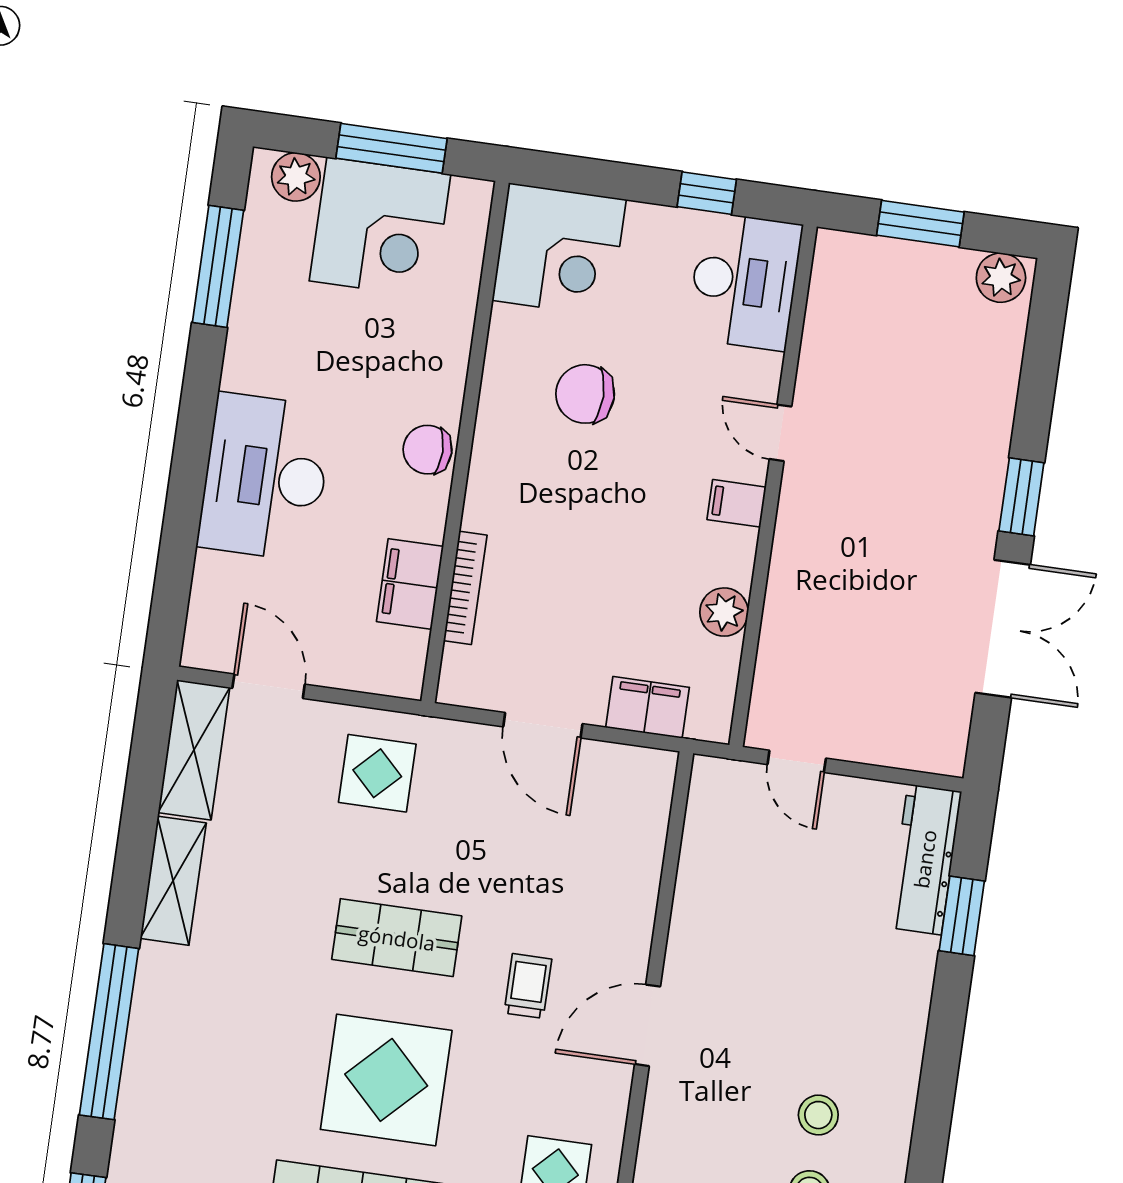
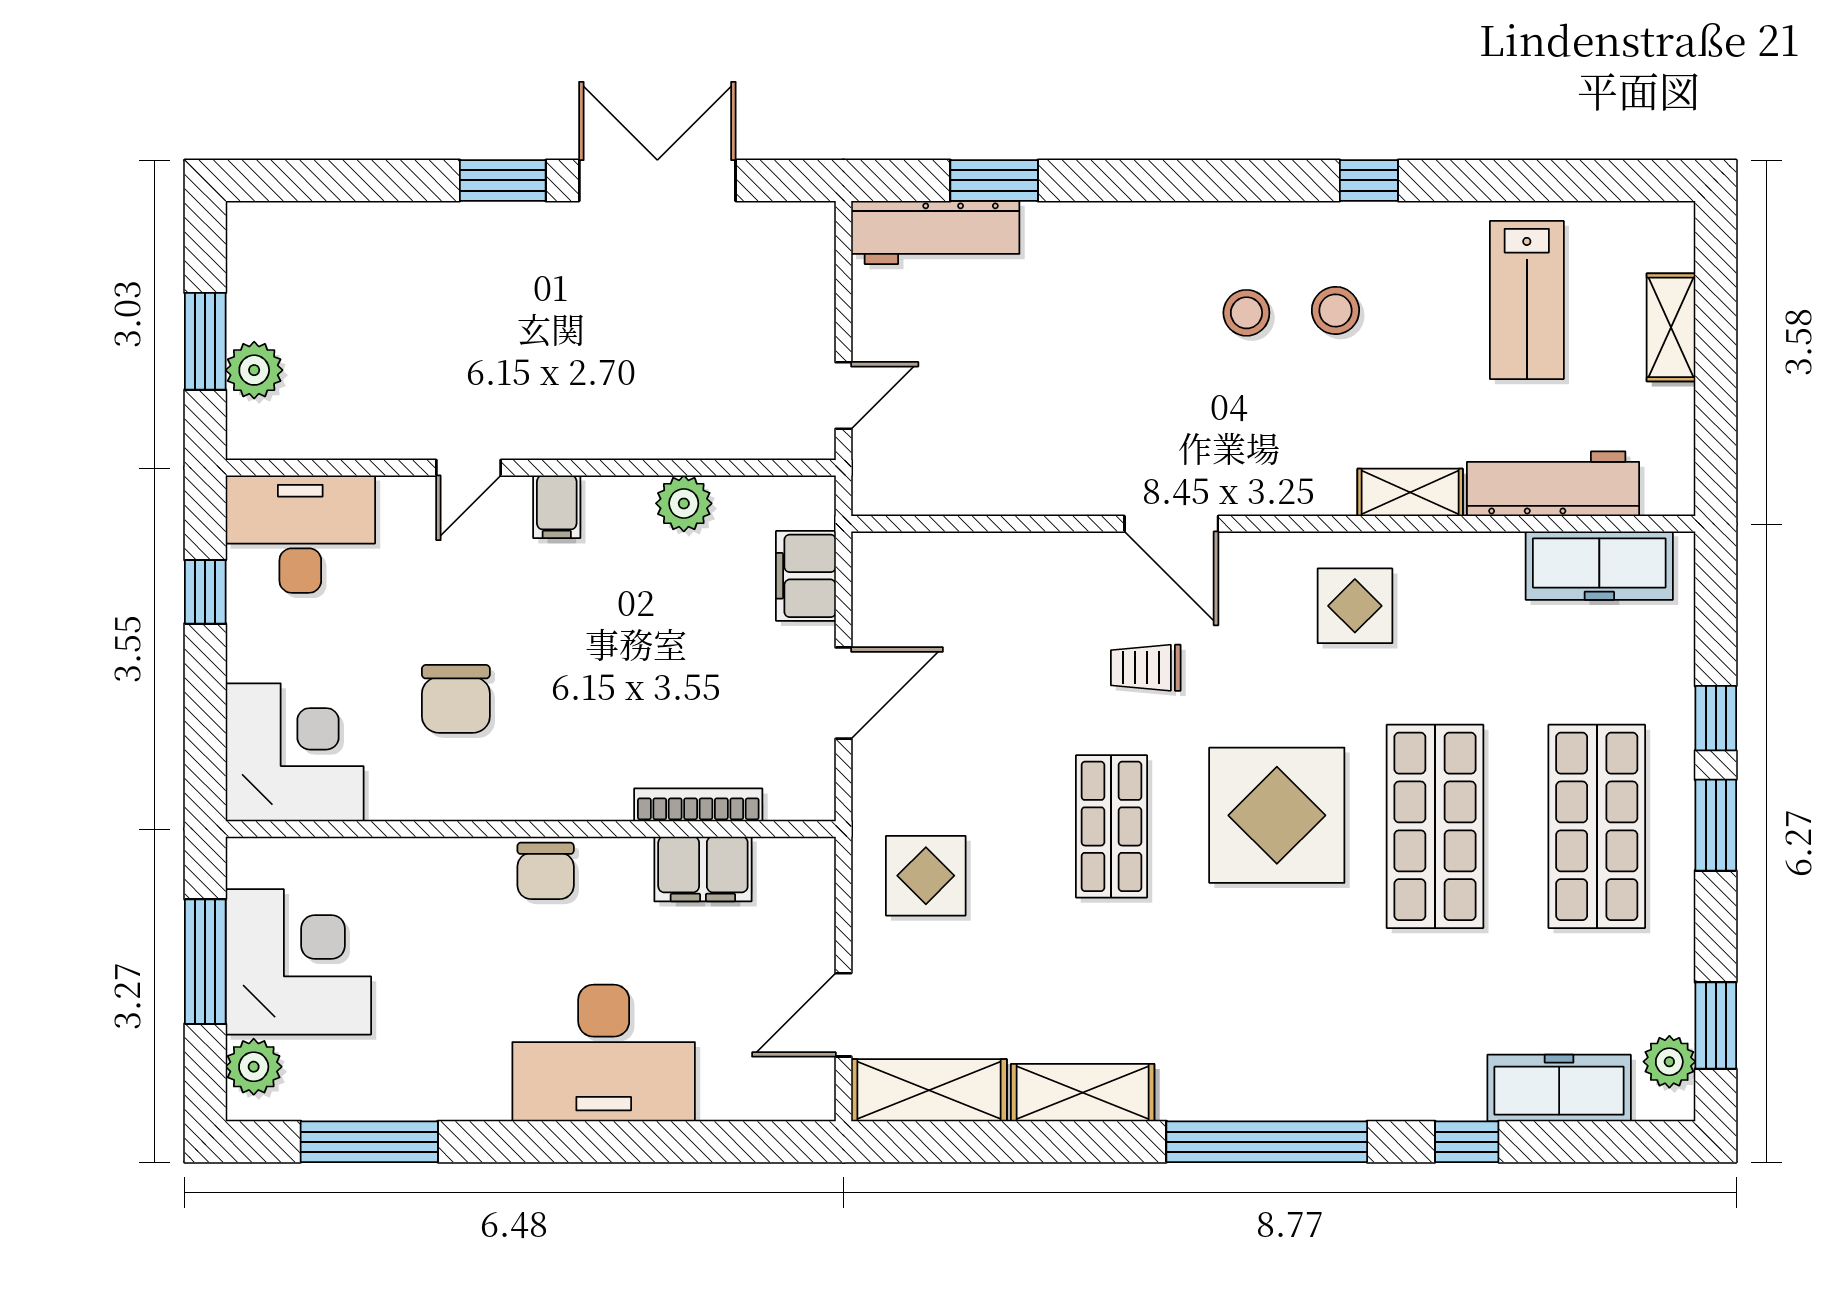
plant: (1001, 278) -> (254, 370), moved

